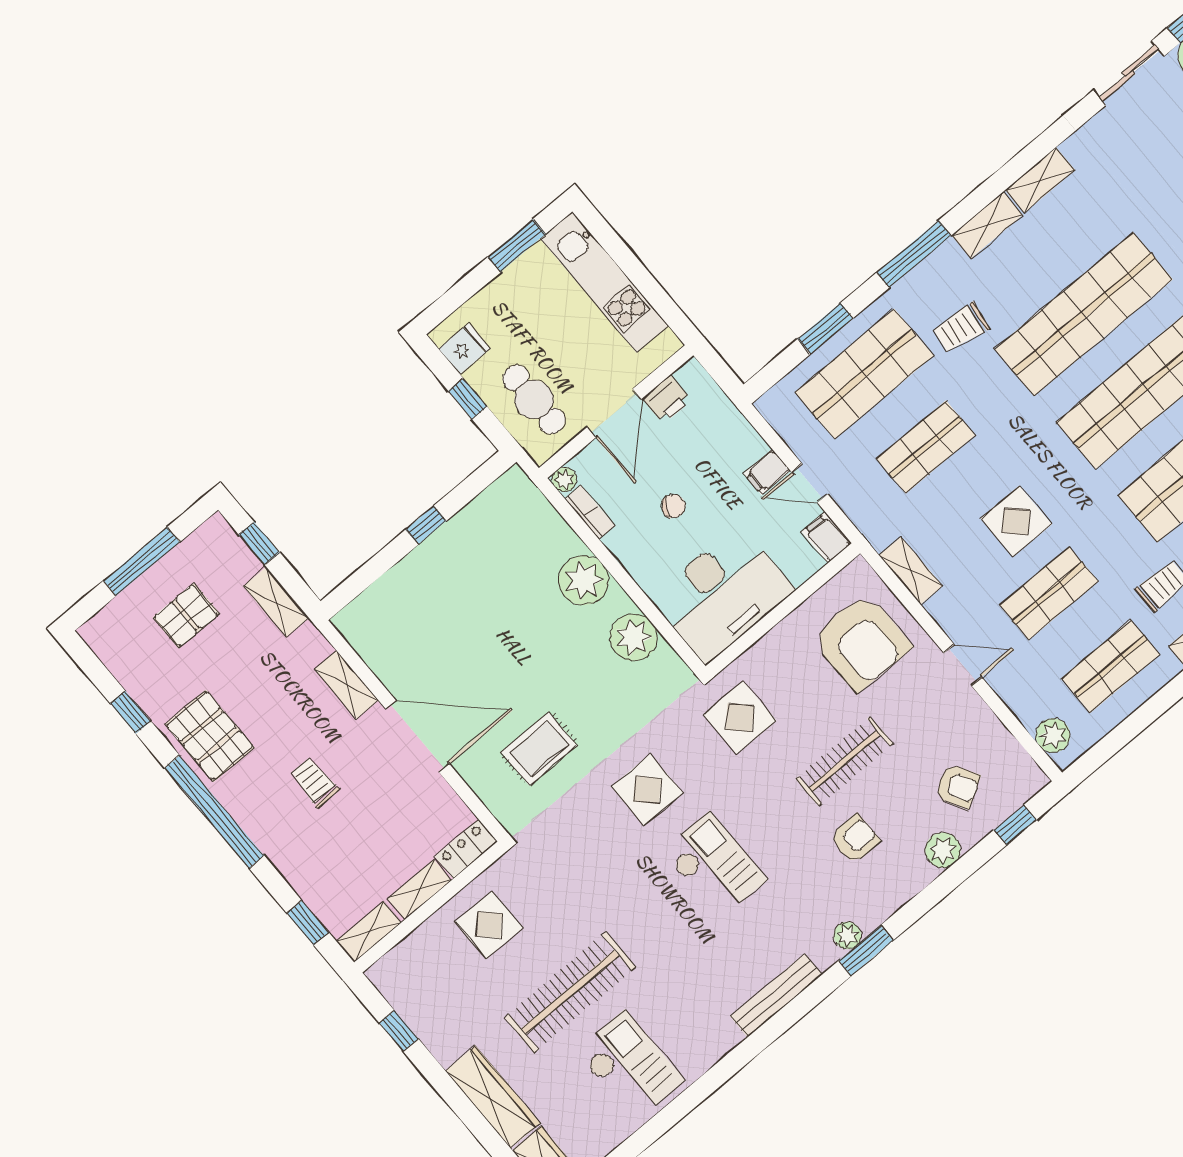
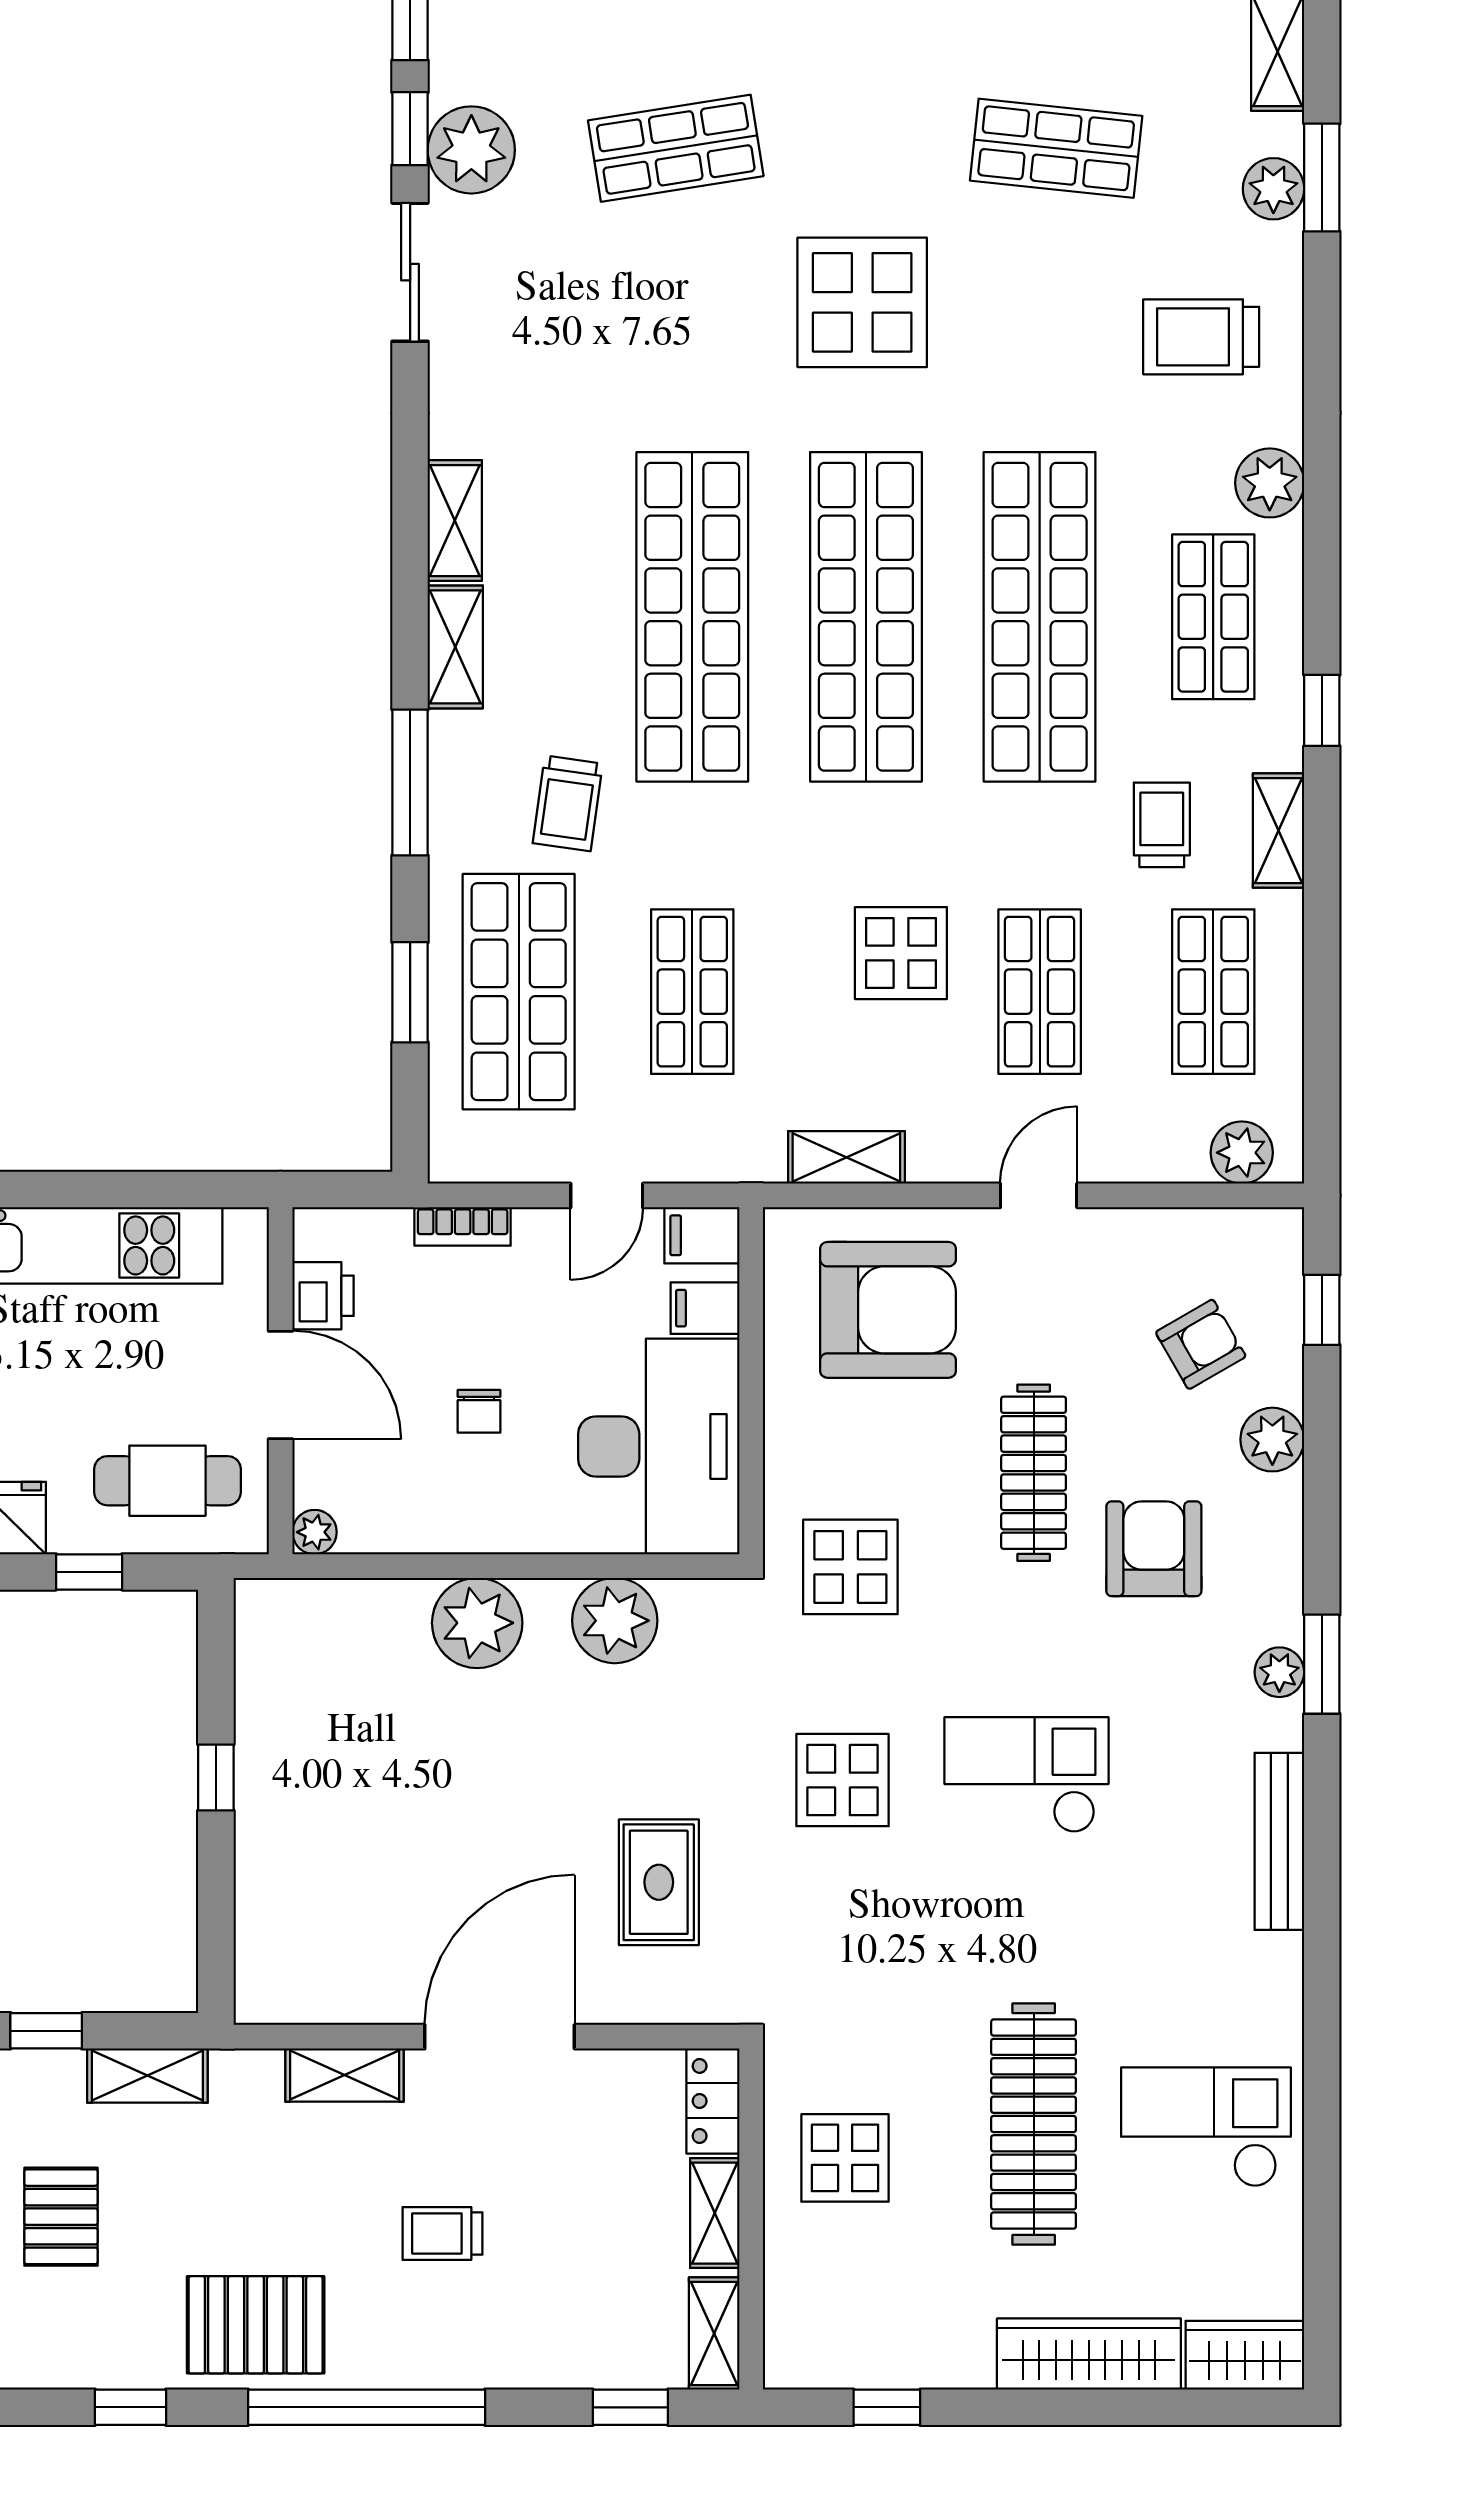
filing cabinet: (767, 472) -> (705, 1308), moved, turned 90
chair: (674, 506) -> (479, 1411), turned 152
bookcase: (590, 512) -> (463, 1226), moved, turned 180
armchair: (855, 839) -> (1154, 1549), width x1.38, depth x1.38

